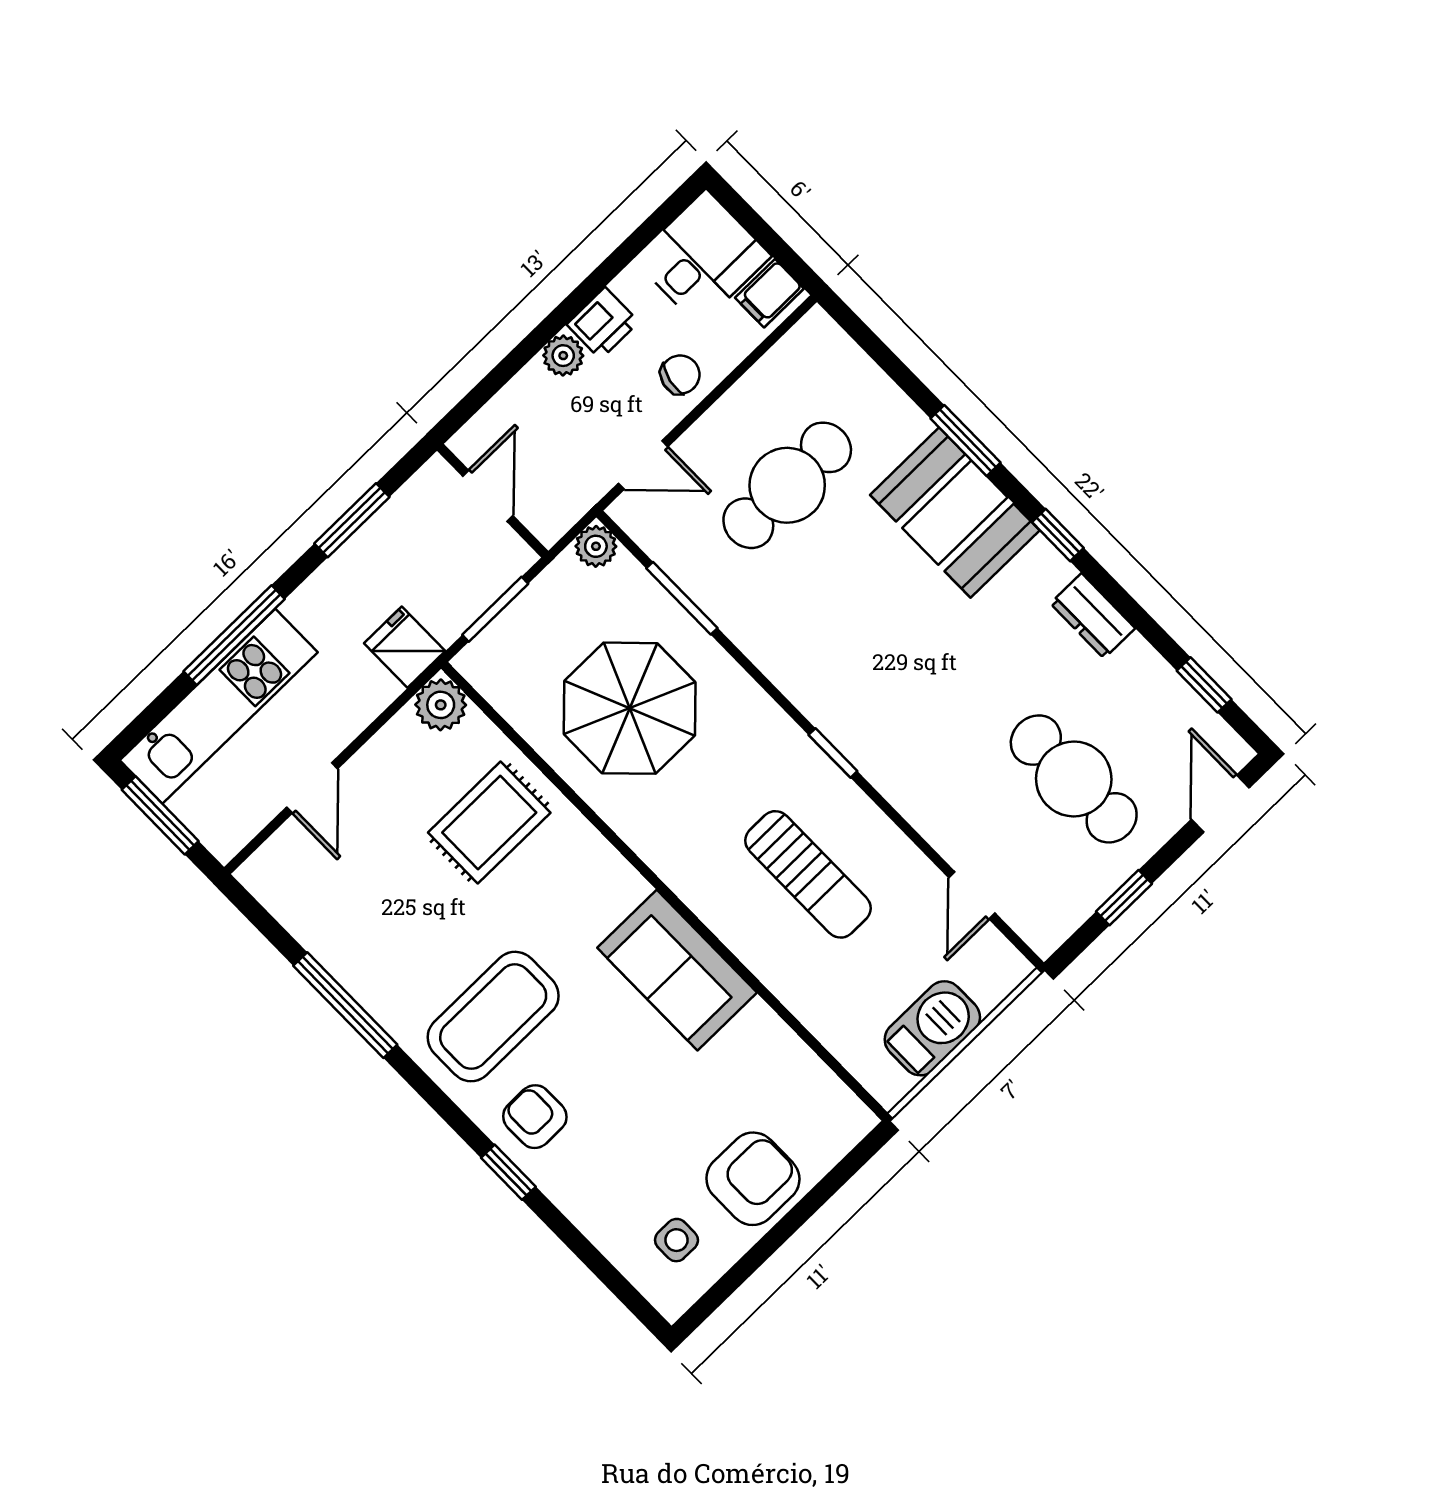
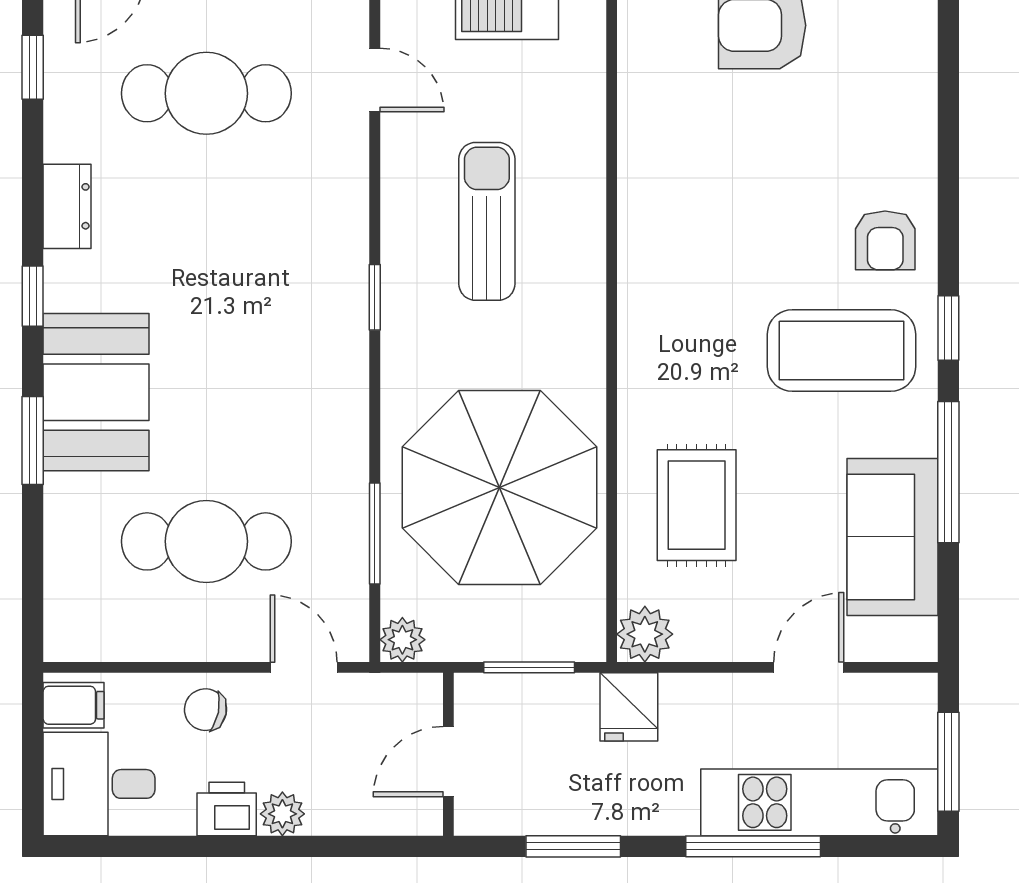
parasol: (630, 708) -> (500, 487), width x1.36, depth x1.36
cafe table: (1074, 779) -> (206, 93), turned 90
rug: (489, 823) -> (697, 505), turned 90
door: (972, 895) -> (375, 80), hinge flipped
sofa: (677, 970) -> (892, 537), moved, turned 180
window: (508, 1172) -> (948, 328), moved
side table: (676, 1240) -> (869, 36), removed

